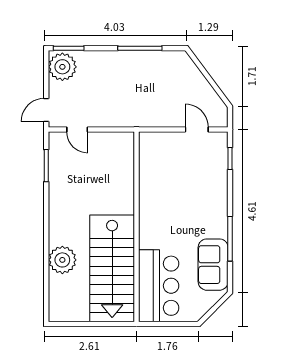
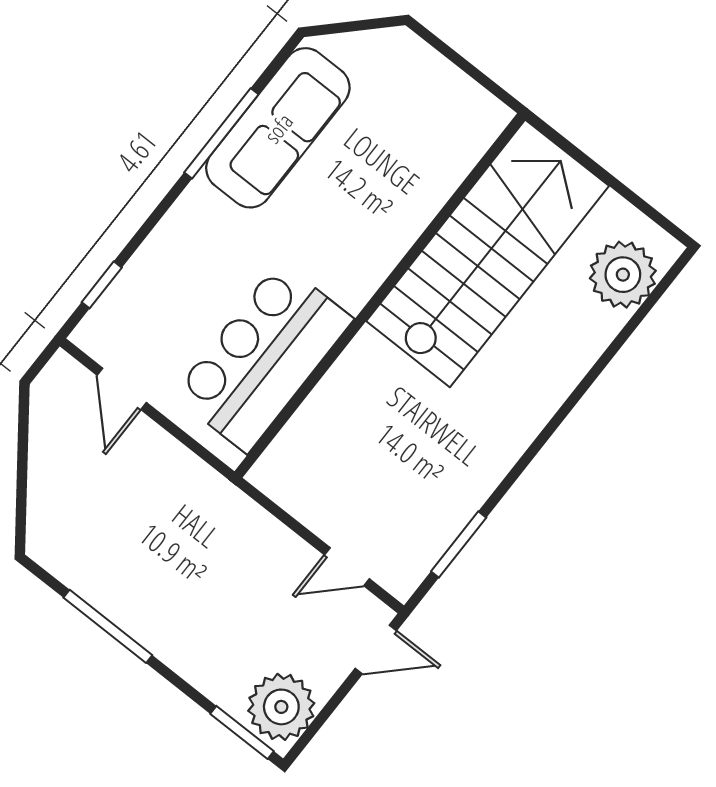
door: (77, 130) -> (347, 567), swing flipped
plant: (62, 260) -> (623, 275), moved
sofa: (213, 265) -> (278, 128), width x1.36
bar counter: (159, 286) -> (263, 357), moved

